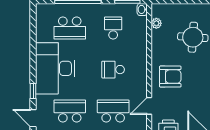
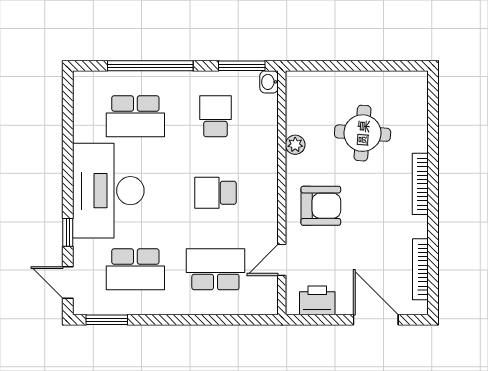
plant: (156, 23) -> (295, 145), moved
school desk: (70, 111) -> (135, 269), turned 180

